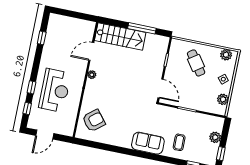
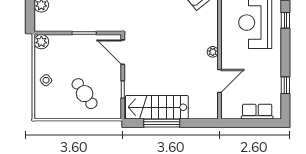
row of seats: (67, 22) -> (257, 112), added
stairs: (120, 37) -> (157, 107), moved
plant: (226, 55) -> (49, 112), removed
plant: (223, 99) -> (41, 42), moved

